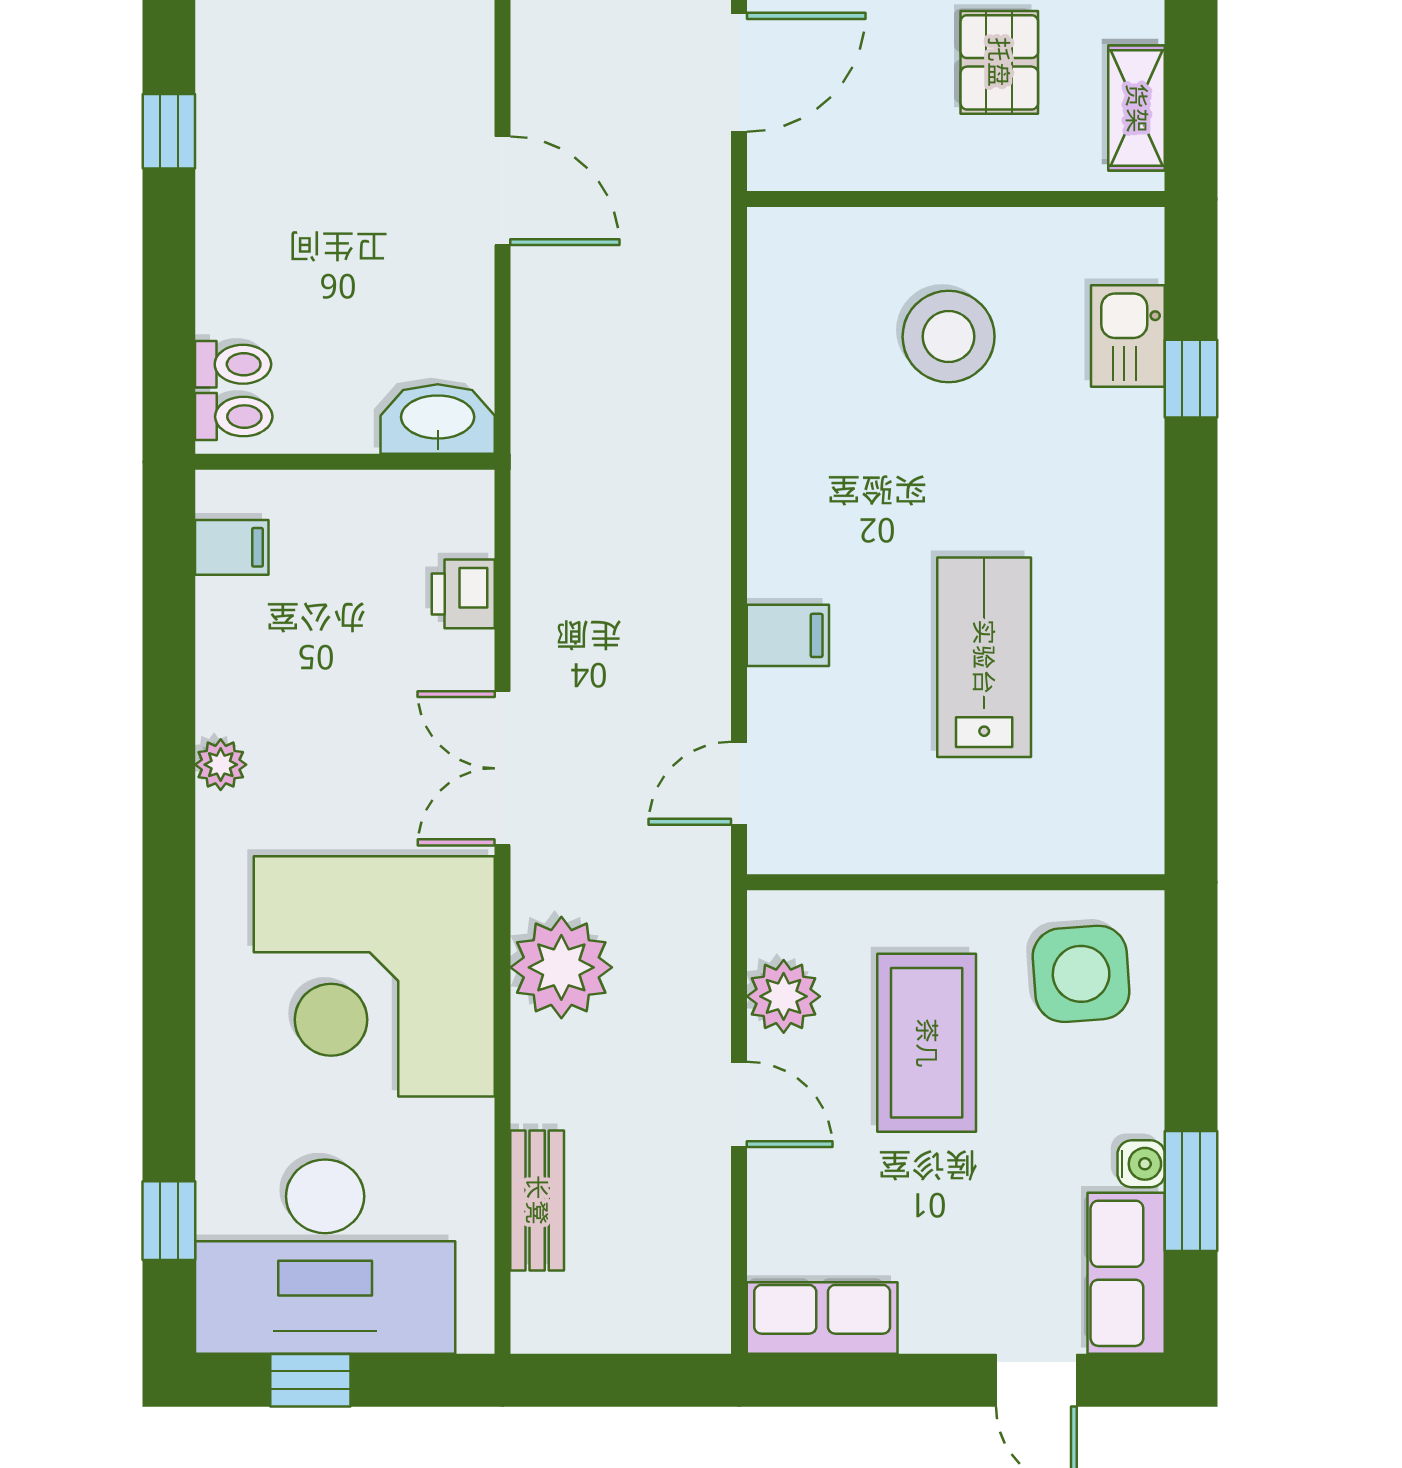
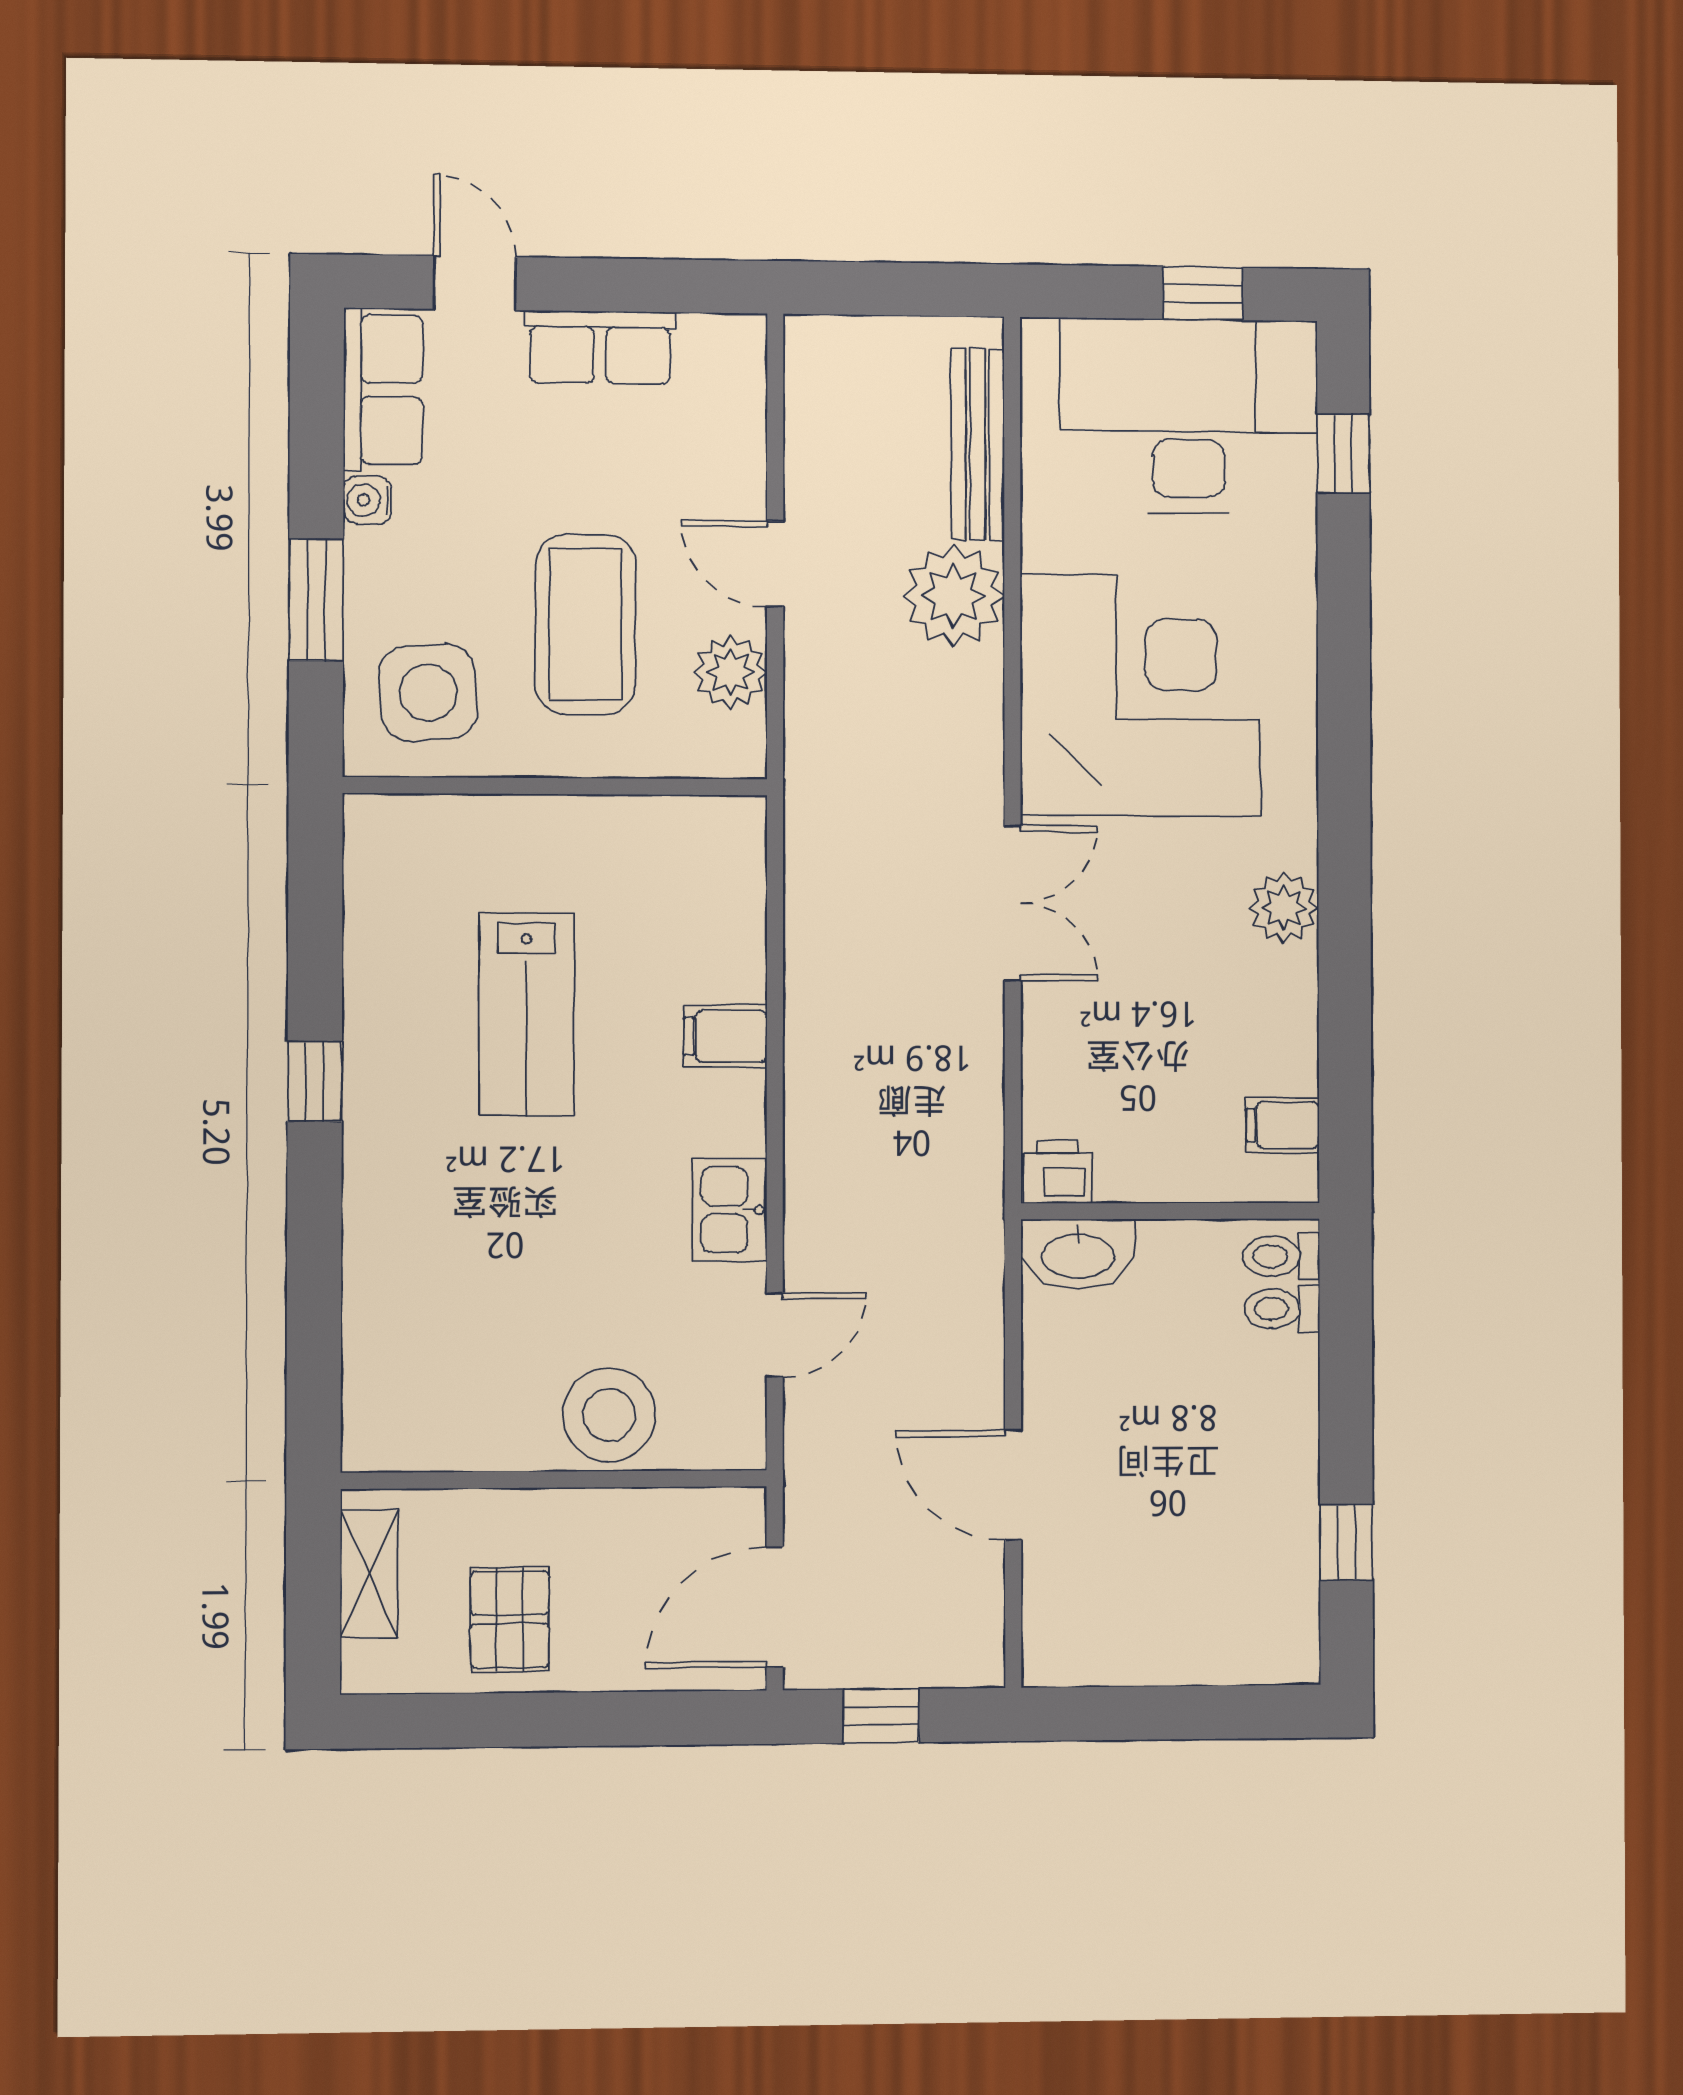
kitchen sink: (1128, 336) -> (730, 1210), moved, turned 180
stool: (949, 337) -> (609, 1415), moved
window: (1191, 379) -> (315, 1082), moved
printer: (463, 594) -> (1058, 1172), moved, turned -90
plant: (221, 765) -> (1284, 908), width x1.38, depth x1.38
door: (739, 783) -> (775, 1335), moved
plant: (561, 967) -> (954, 596), moved
window: (1191, 1191) -> (316, 600), moved
bench: (537, 1200) -> (978, 444), width x1.36
row of seats: (822, 1318) -> (600, 347), moved

